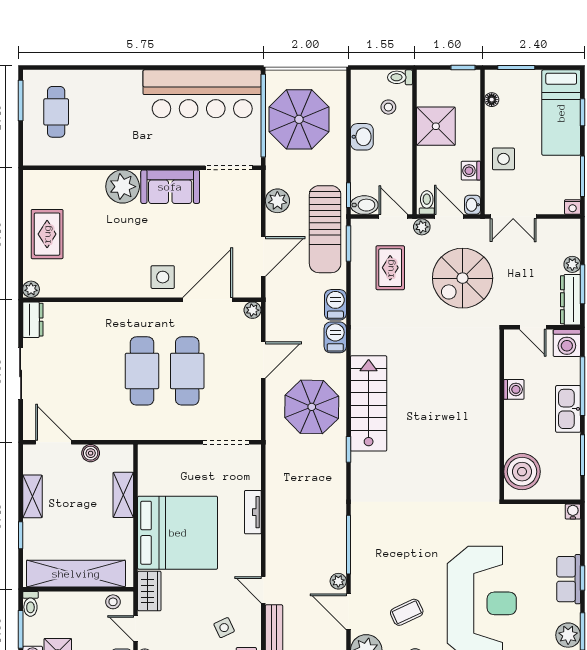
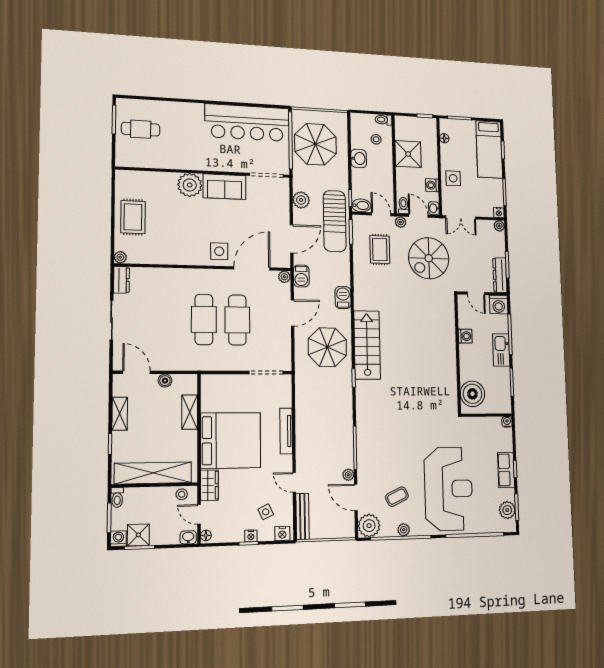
cafe table: (56, 112) -> (141, 129), turned 90
plant: (572, 264) -> (499, 226), moved
barbecue: (335, 305) -> (301, 276), moved, turned 180
tv unit: (253, 512) -> (286, 431), width x1.41

